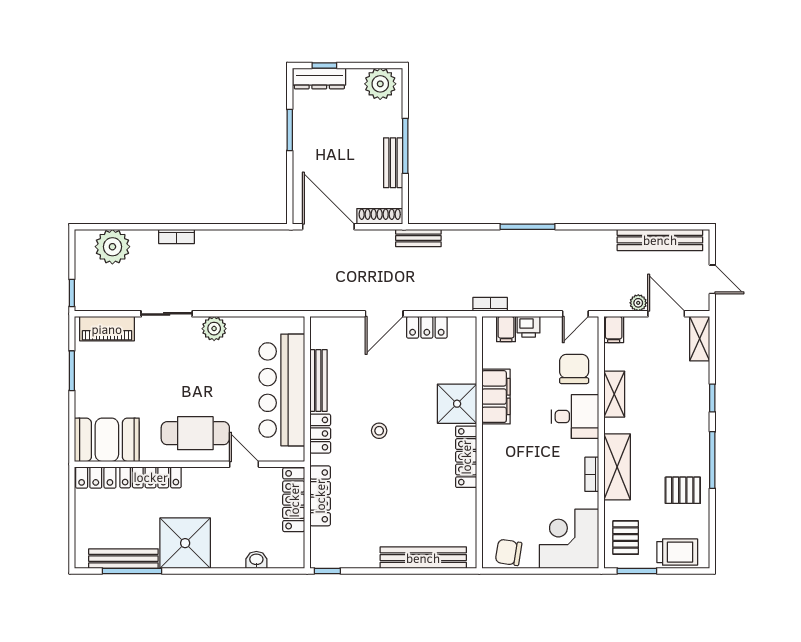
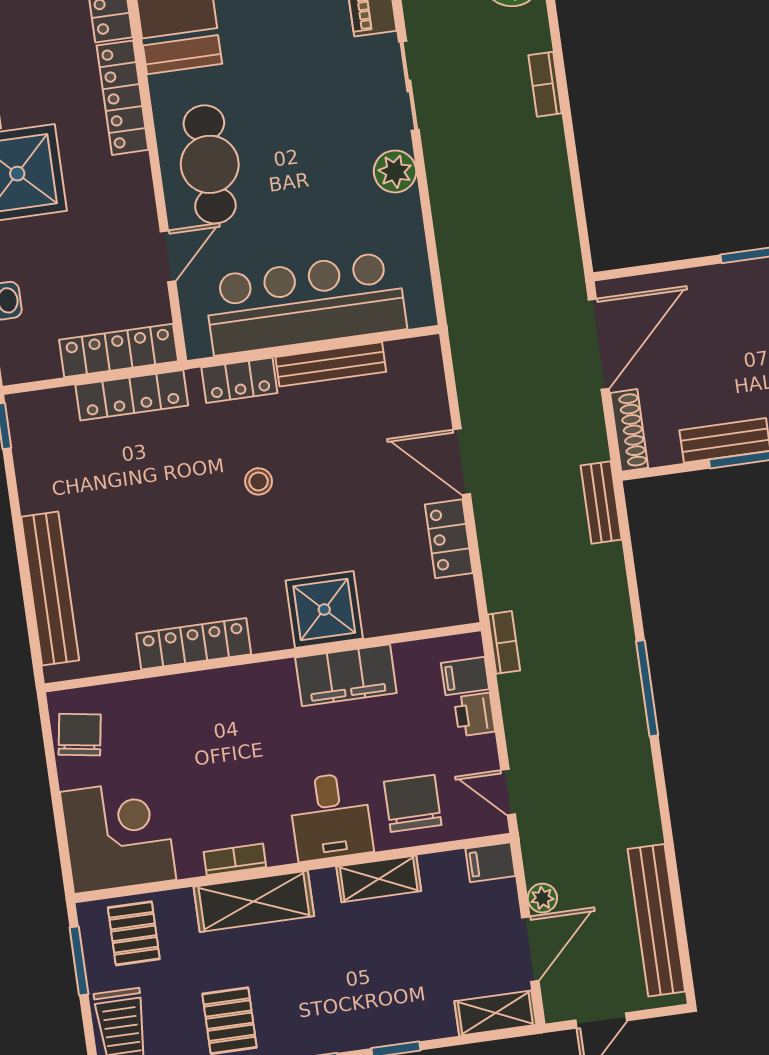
chair: (574, 369) -> (413, 803), turned -90
locker: (466, 457) -> (194, 644), moved
pallet: (626, 538) -> (134, 933), turned 90

